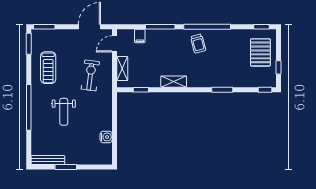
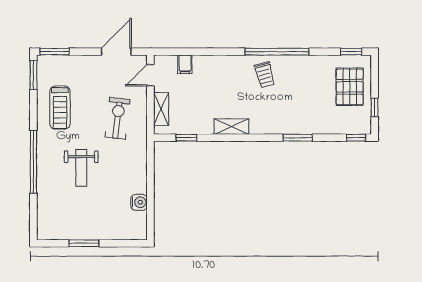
window: (160, 27) -> (213, 52), removed
bench: (48, 160) -> (60, 234), removed

